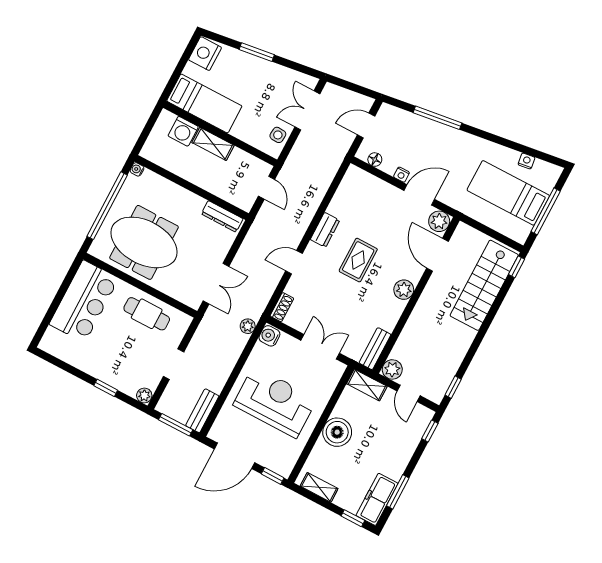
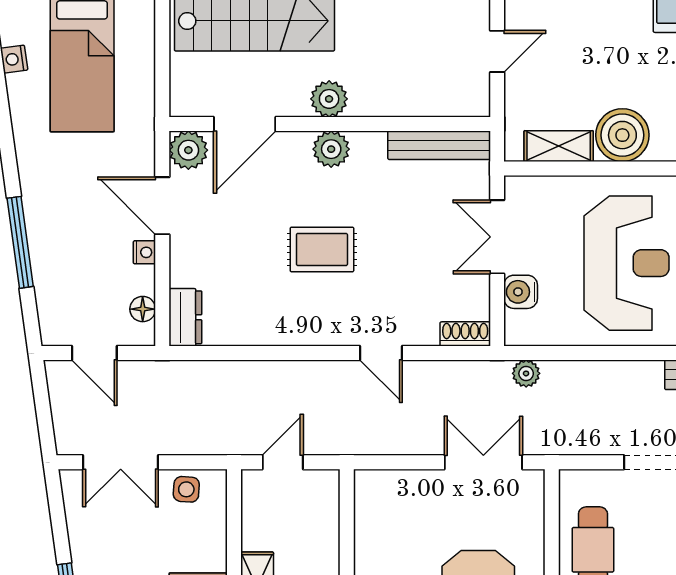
dresser: (222, 216) -> (368, 510), removed
dresser: (325, 230) -> (185, 317), moved, turned 90
water cooler: (269, 336) -> (521, 292), moved, turned 90
bench: (375, 349) -> (439, 145), width x1.36
plant: (392, 369) -> (329, 99), moved
shelving: (367, 385) -> (559, 146), moved, turned 90
reception desk: (275, 402) -> (627, 263), turned 180

